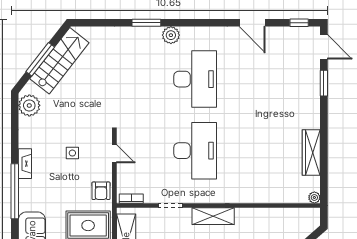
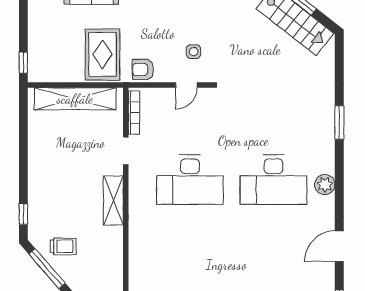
plant: (171, 35) -> (325, 185), moved
side table: (72, 153) -> (194, 52), moved
bookcase: (131, 199) -> (134, 113), width x1.56

